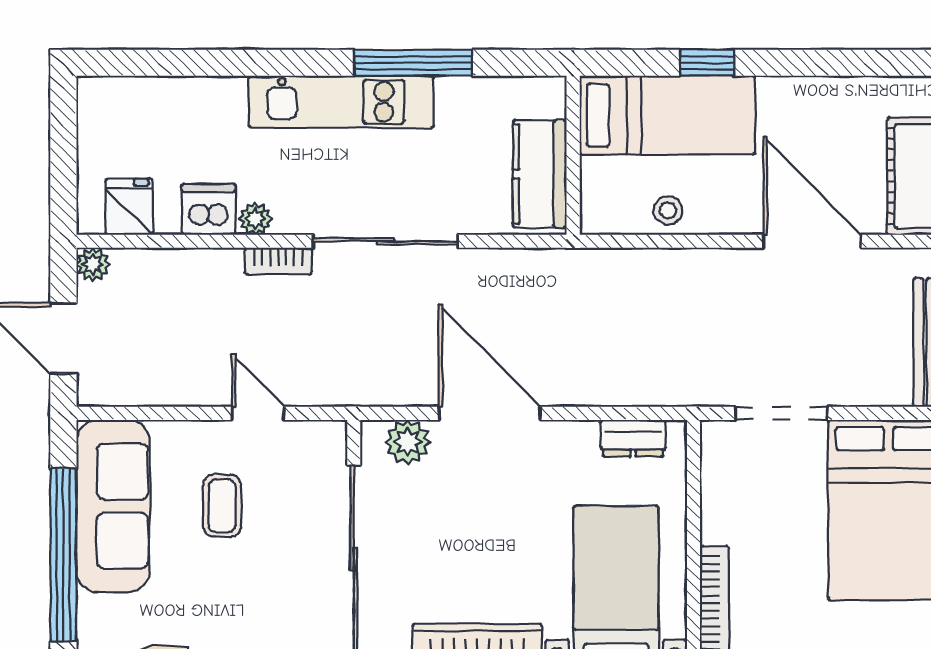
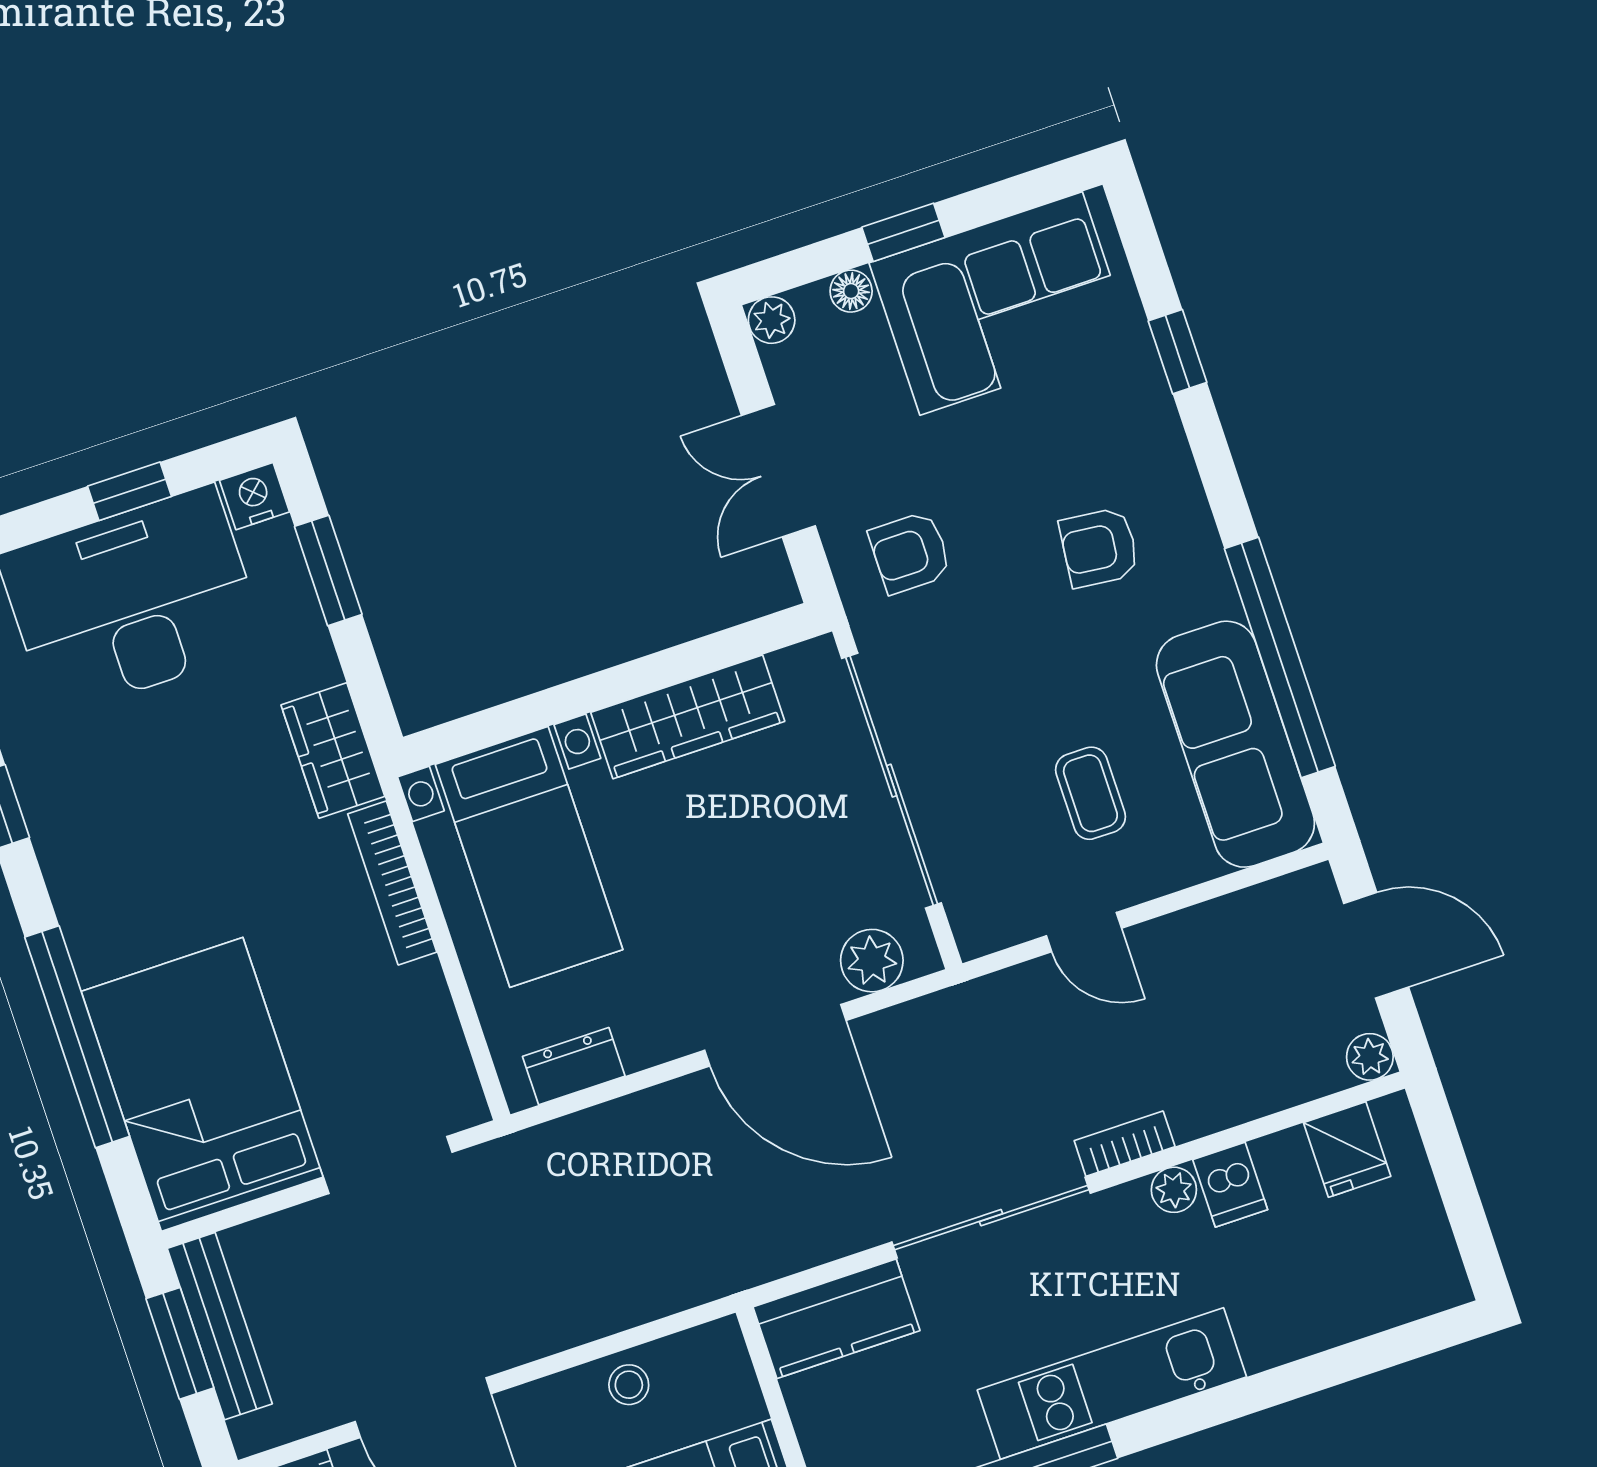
kitchen counter: (540, 174) -> (836, 1319), moved, turned 90
dishwasher: (209, 209) -> (1230, 1185), width x0.73

